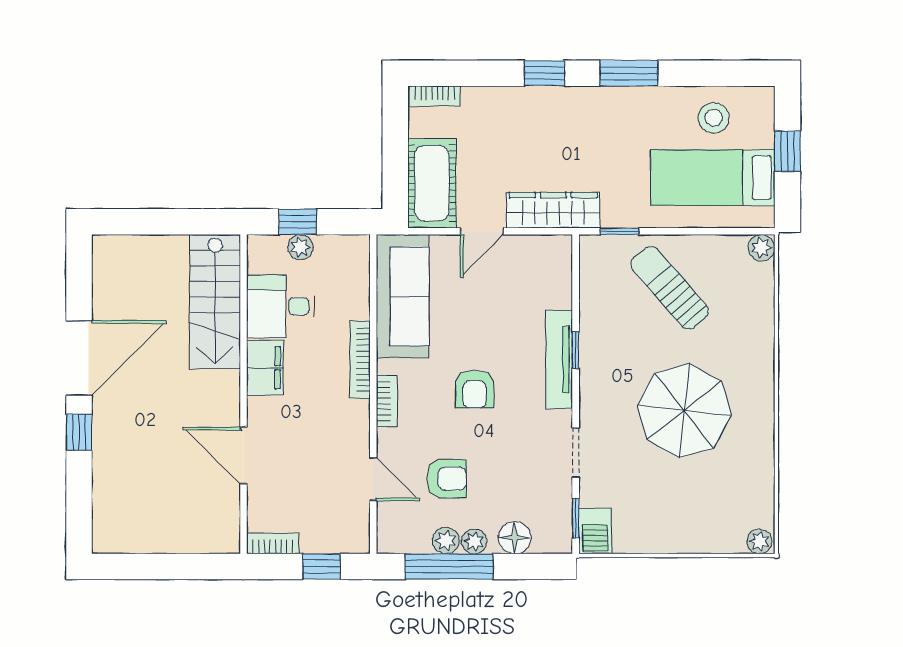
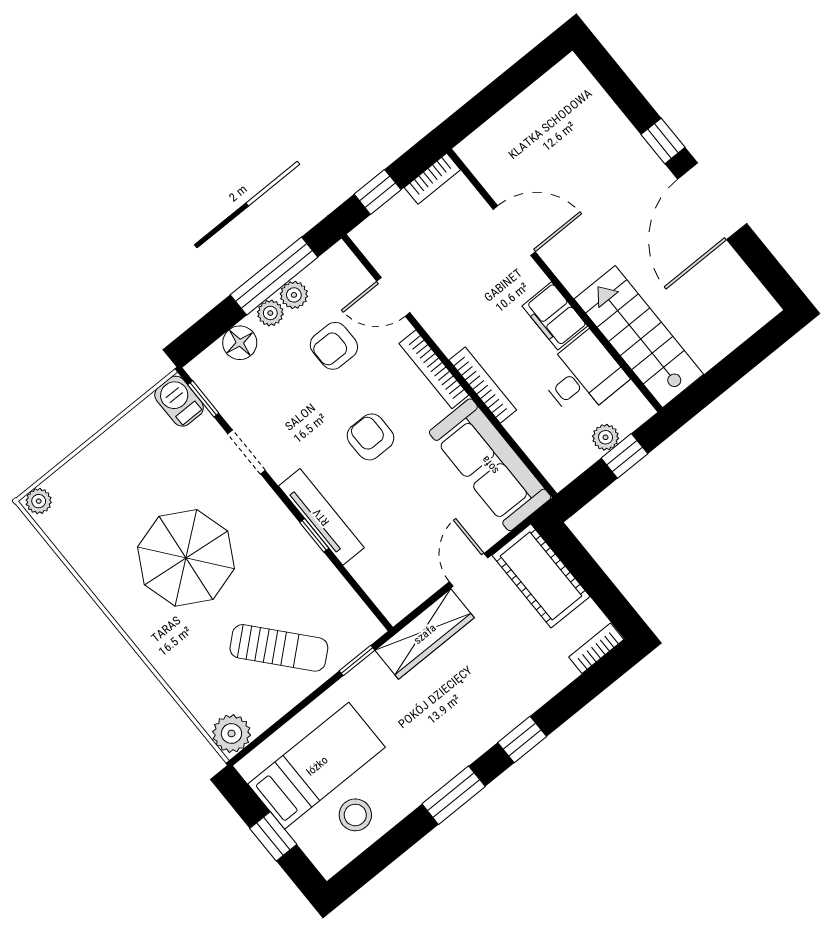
plant: (761, 248) -> (231, 733), width x1.38, depth x1.38
bookcase: (387, 401) -> (434, 369), width x1.56

